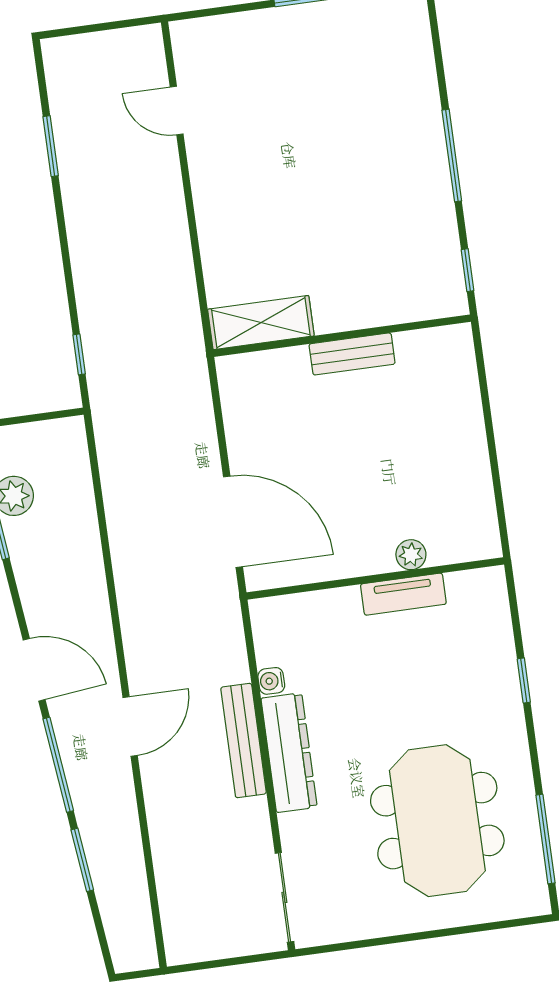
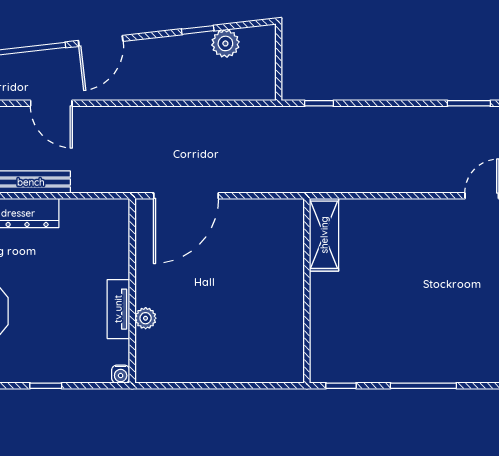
bench: (352, 354) -> (293, 296), removed
water cooler: (271, 681) -> (121, 374), moved, turned 180

